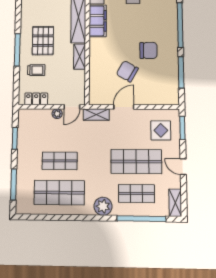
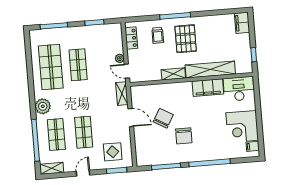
pallet: (43, 41) -> (186, 39), turned 90
shop shelf: (136, 162) -> (84, 132), width x0.70, depth x0.74

